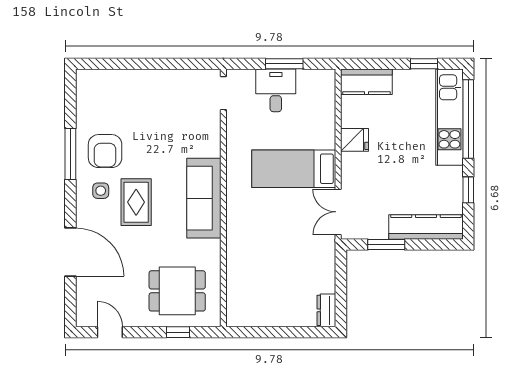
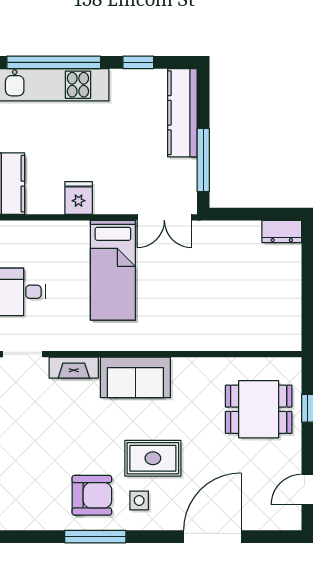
fireplace: (212, 136) -> (74, 368), added
sofa: (204, 198) -> (135, 377), width x0.73
window: (386, 244) -> (203, 160), width x1.44
dining table: (177, 291) -> (259, 409), turned 90

